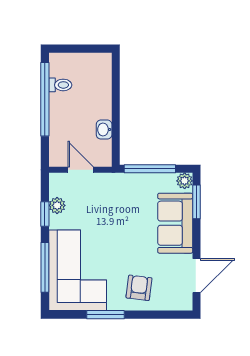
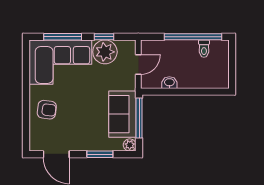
window: (197, 202) -> (100, 154), moved
plant: (57, 205) -> (105, 52), width x1.87, depth x1.87
sofa: (175, 223) -> (122, 114), moved, turned -90
window: (105, 315) -> (26, 84), removed

